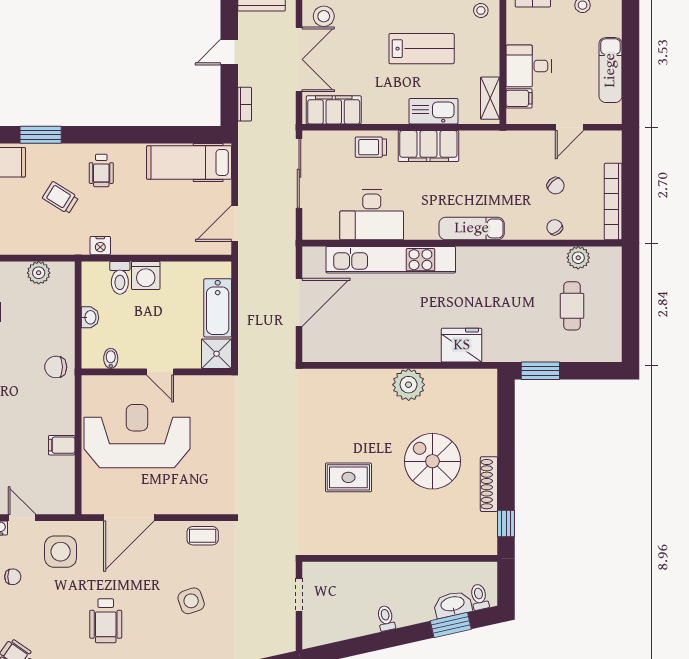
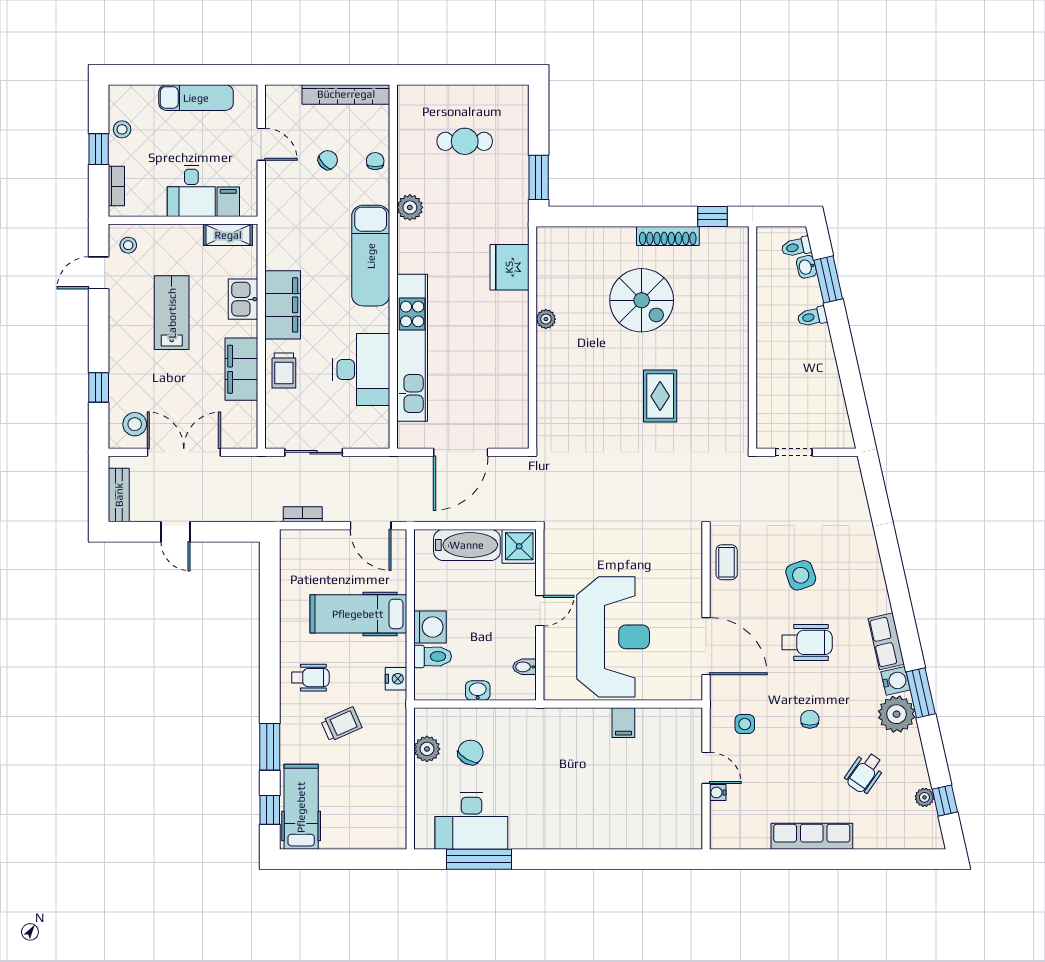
bookcase: (245, 104) -> (303, 514), moved
filing cabinet: (334, 110) -> (241, 369), moved
kitchen sink: (433, 111) -> (243, 299), width x0.73
hospital bed: (189, 162) -> (358, 614), moved, turned 90
sliding door: (299, 173) -> (314, 452), width x0.73
trolley: (60, 198) -> (341, 724), turned -146
chair: (555, 227) -> (375, 161), turned 129
exam couch: (472, 228) -> (371, 256), width x1.36, depth x1.45
plant: (578, 258) -> (410, 207), moved
door: (299, 302) -> (461, 452), swing flipped
chair: (56, 367) -> (470, 752), moved, turned -150
plant: (409, 385) -> (546, 319), width x0.53, depth x0.53
reception desk: (137, 436) -> (613, 637), turned 180
spiral stairs: (432, 461) -> (642, 300), turned -90
door: (22, 518) -> (706, 768), swing flipped
side table: (61, 552) -> (745, 724), width x0.54, depth x0.54
chair: (13, 577) -> (810, 719), moved
washbasin: (453, 604) -> (806, 267), width x0.52, depth x0.69
toilet: (386, 618) -> (812, 317), moved
wheelchair: (106, 621) -> (807, 642), moved

